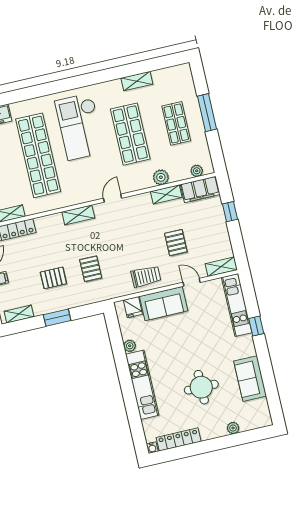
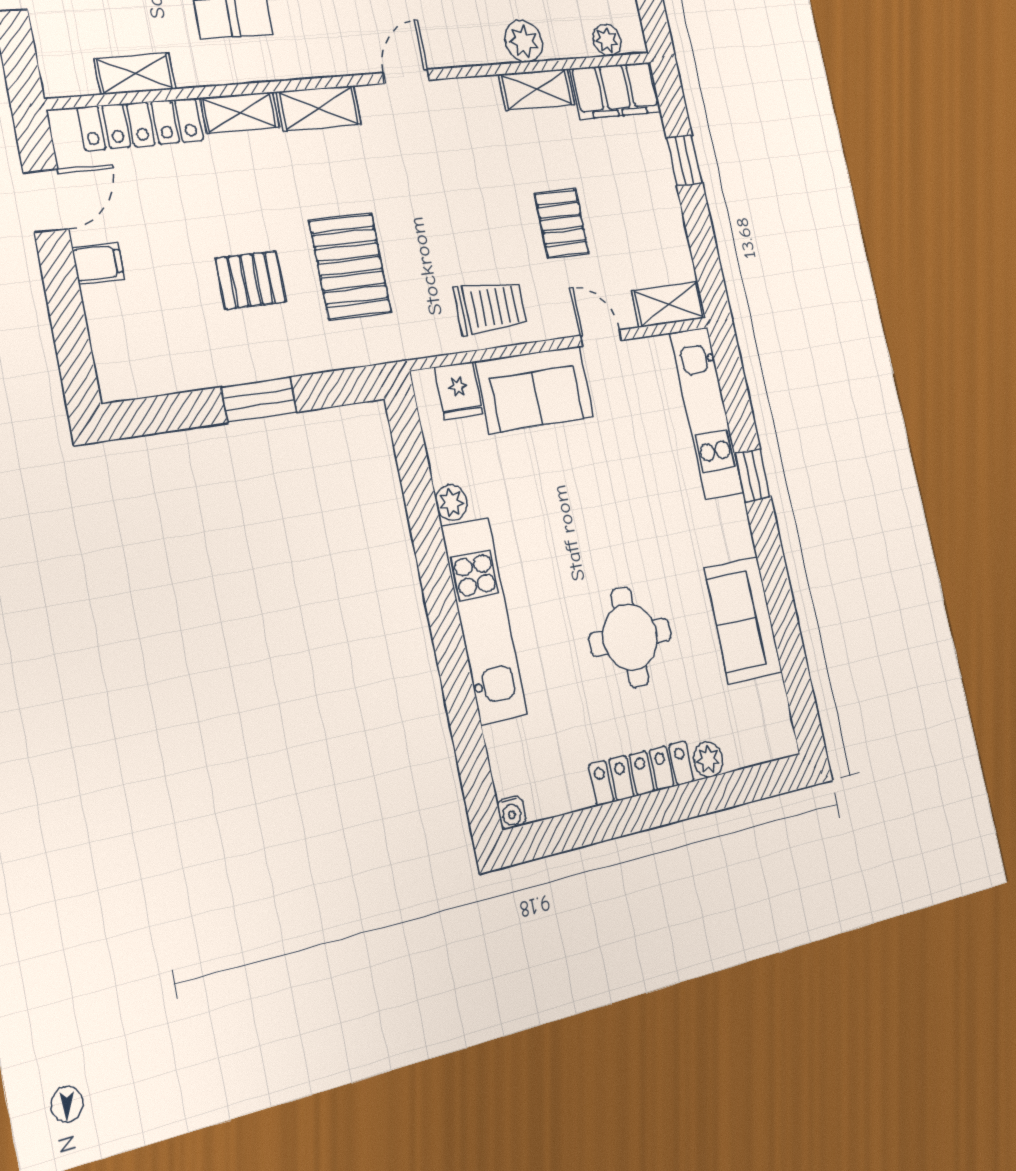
pallet: (91, 269) -> (350, 266), width x1.50, depth x1.42
shelving: (19, 314) -> (240, 113), moved
locker: (179, 439) -> (642, 773), moved

